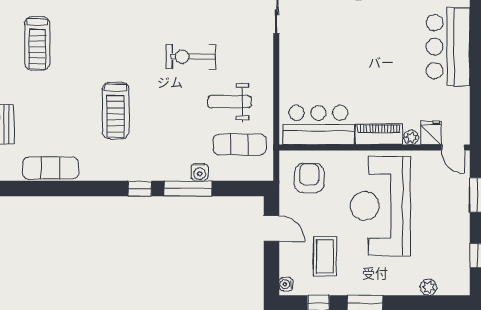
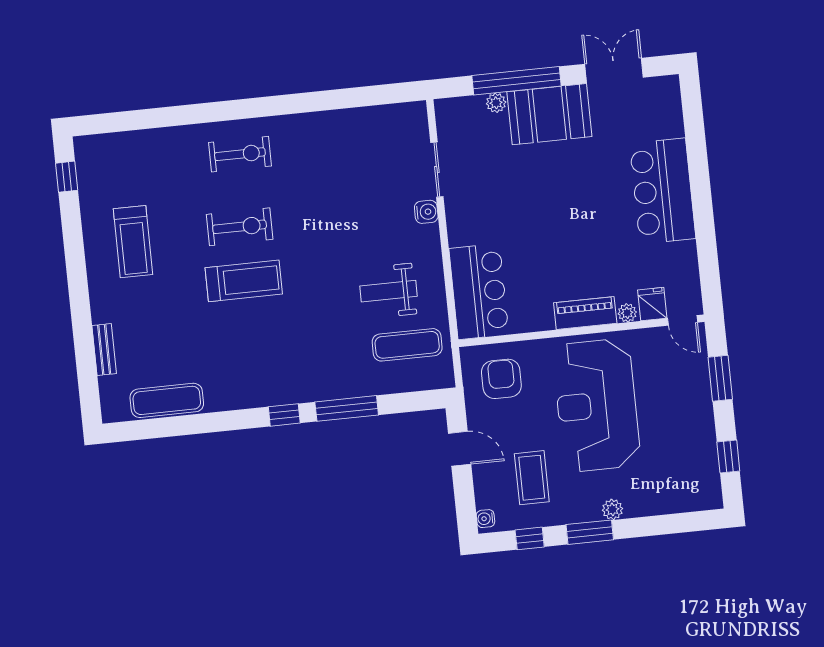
exercise bike: (191, 57) -> (240, 227), moved, turned 180
treadmill: (116, 110) -> (244, 281), moved, turned -90
bar counter: (318, 125) -> (479, 292), moved, turned 90
water cooler: (200, 172) -> (426, 212), moved, turned -90
plant: (429, 287) -> (612, 509), moved

